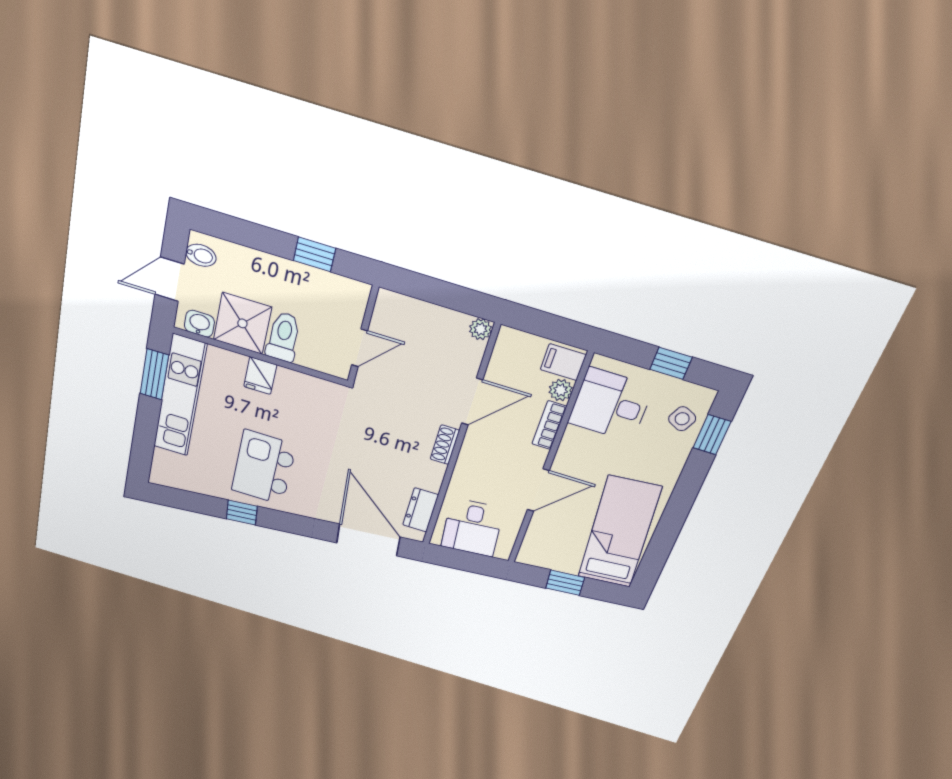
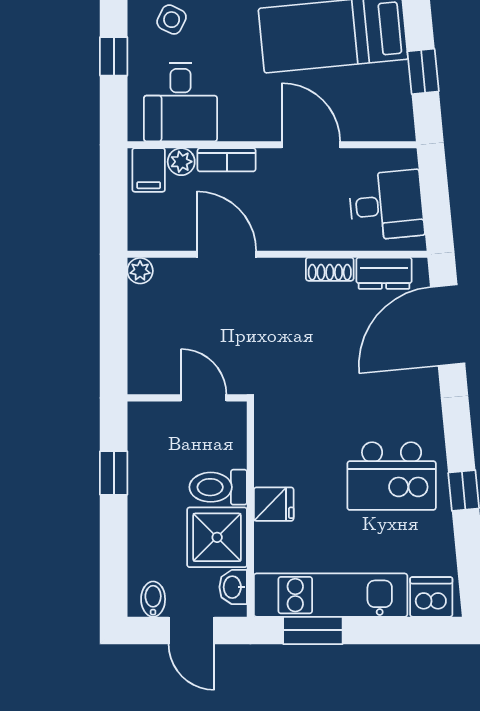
shoe rack: (445, 445) -> (330, 269), moved
dishwasher: (166, 467) -> (431, 597), added

